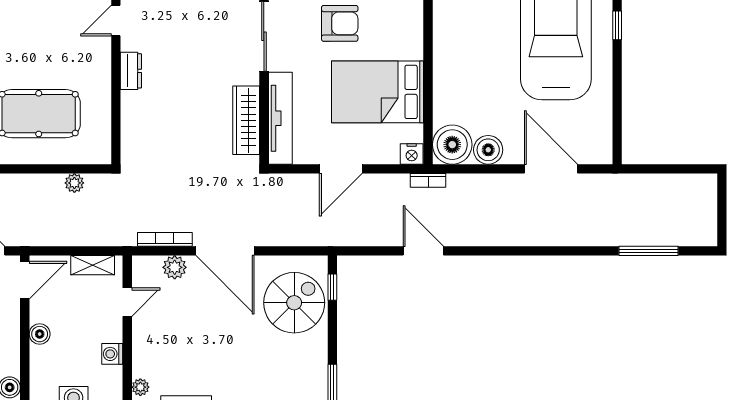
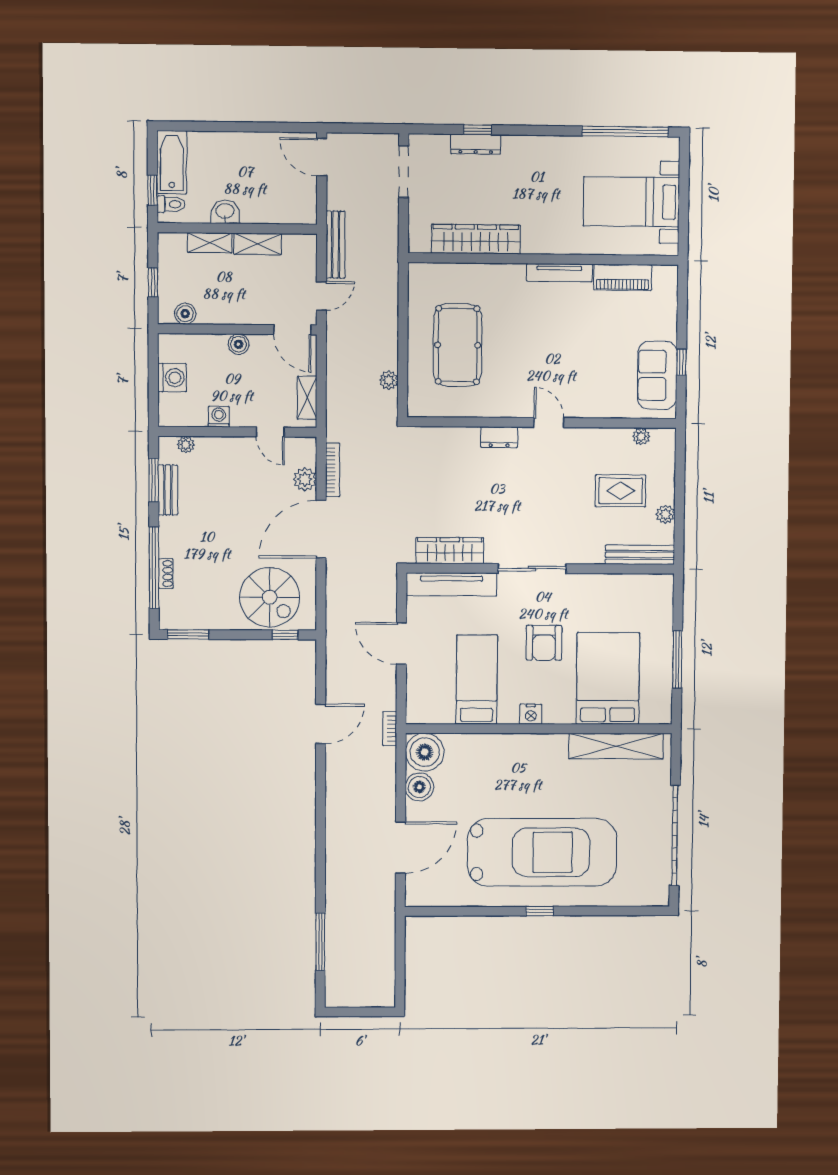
bed: (378, 92) -> (477, 680), width x0.67
nightstand: (412, 154) -> (531, 714), moved, turned -90

